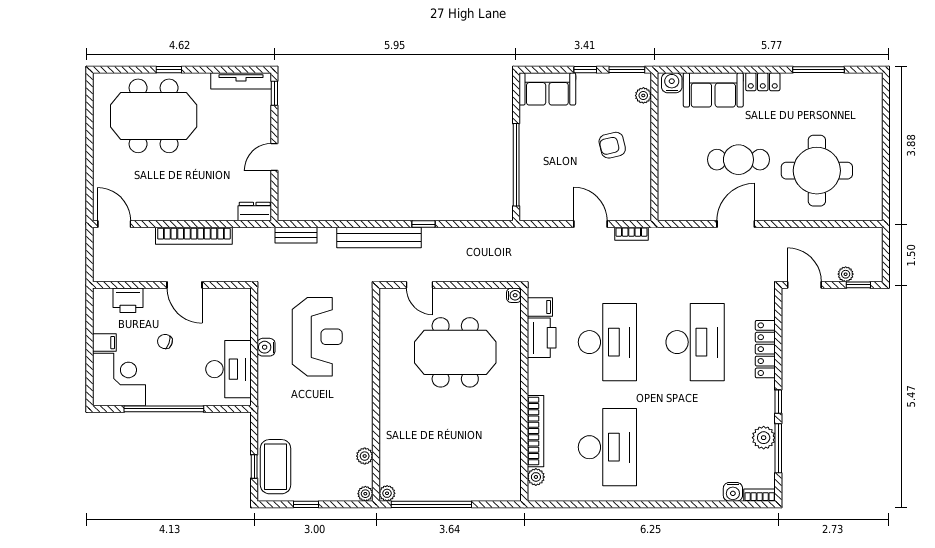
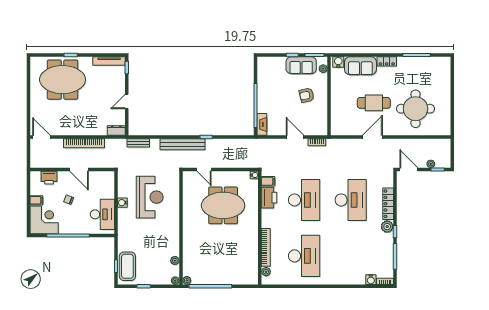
sofa: (547, 89) -> (301, 65), moved
fireplace: (528, 200) -> (262, 124), added
plant: (764, 438) -> (387, 227), moved

